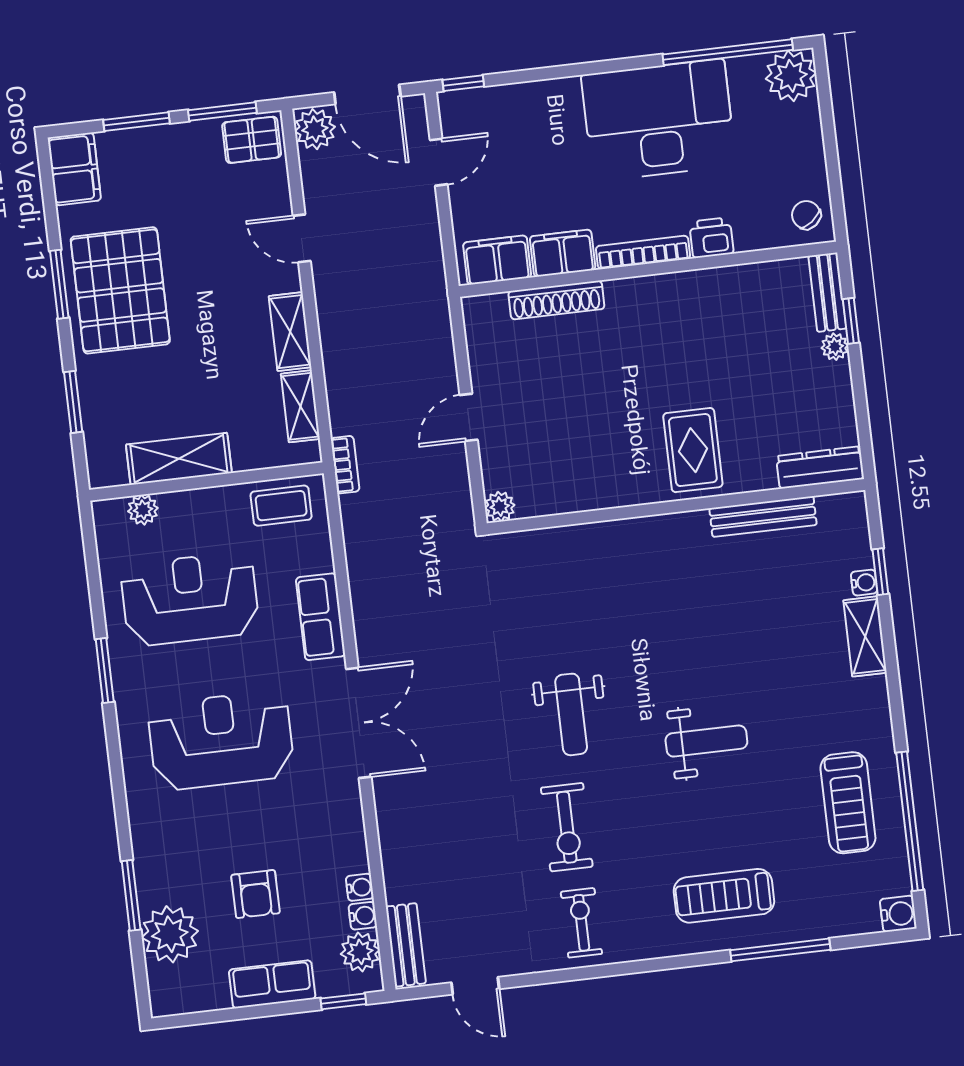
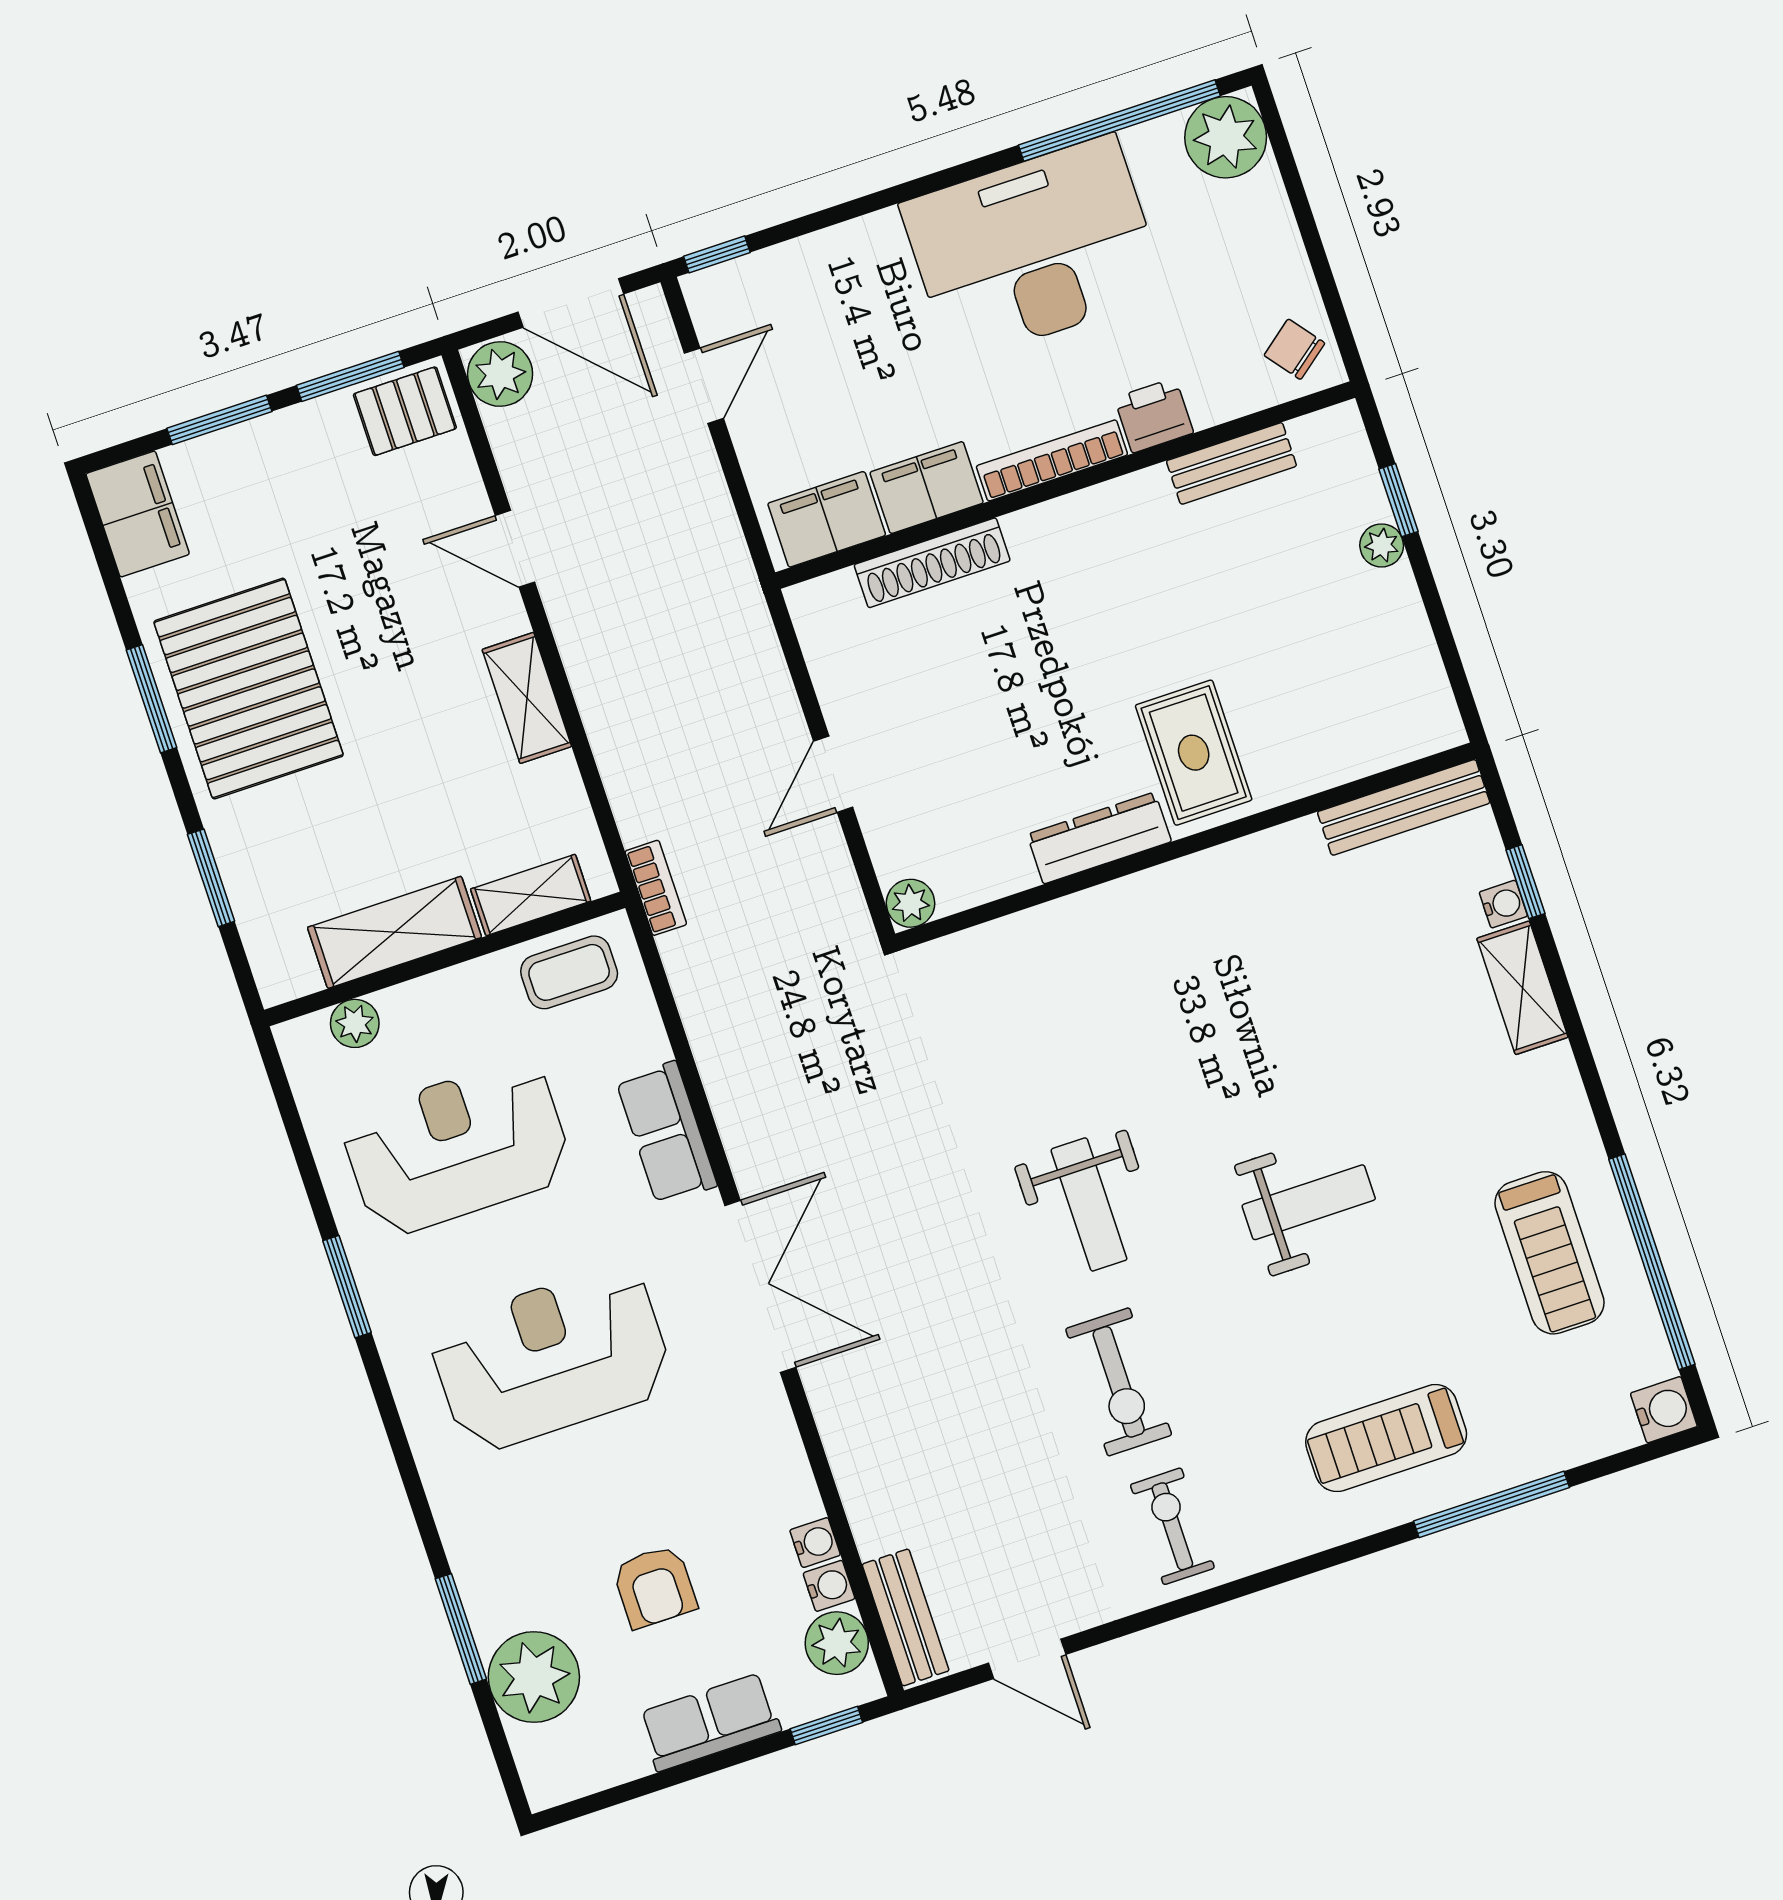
bench: (827, 292) -> (1231, 463), moved, turned 90
shelving: (300, 406) -> (531, 895), moved, turned 90
dresser: (820, 467) -> (1099, 838), moved
bench: (763, 517) -> (1404, 807), moved

